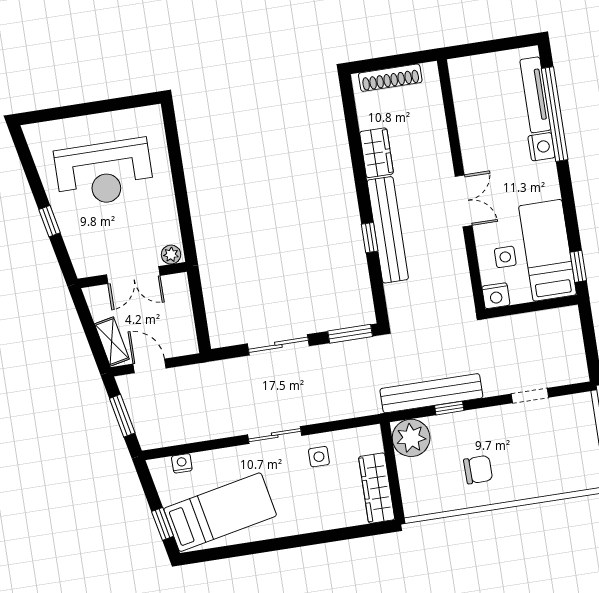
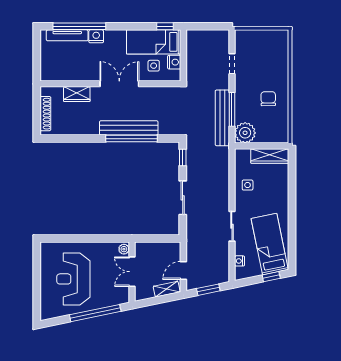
wardrobe: (377, 153) -> (77, 94), moved, turned 180
reception desk: (104, 173) -> (73, 279), turned 180
double door: (464, 201) -> (119, 84), width x1.37
window: (50, 221) -> (95, 313), width x3.17
window: (370, 238) -> (132, 139), width x3.17
double door: (133, 275) -> (132, 272), swing flipped
nightstand: (496, 296) -> (174, 62), moved
window: (350, 334) -> (183, 157), width x0.67
window: (449, 408) -> (232, 109), width x2.17
sliding door: (275, 435) -> (232, 226), moved

